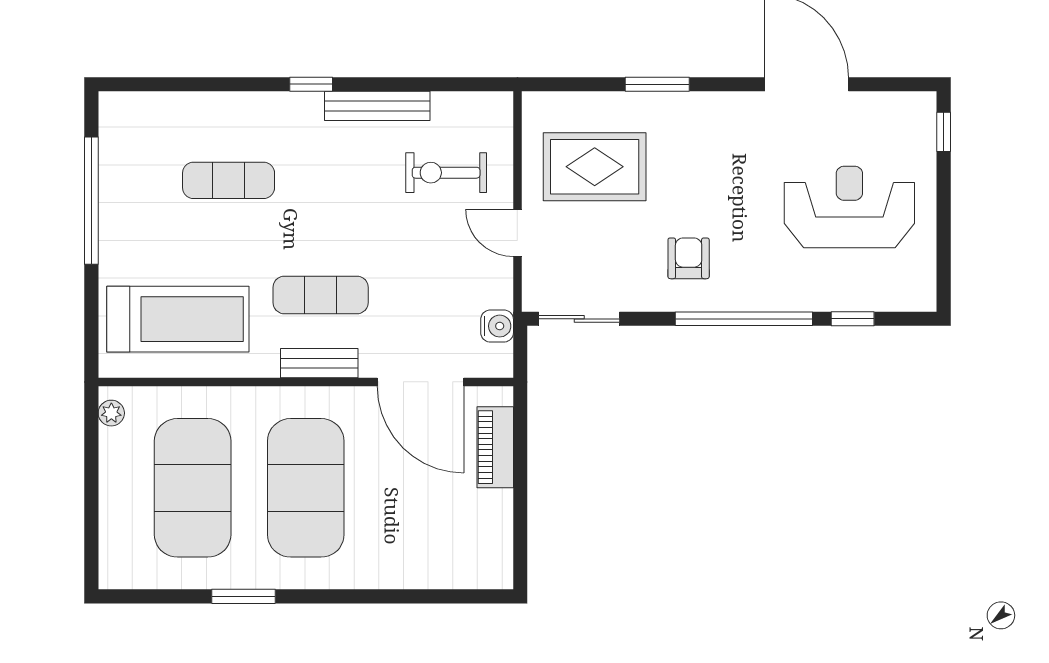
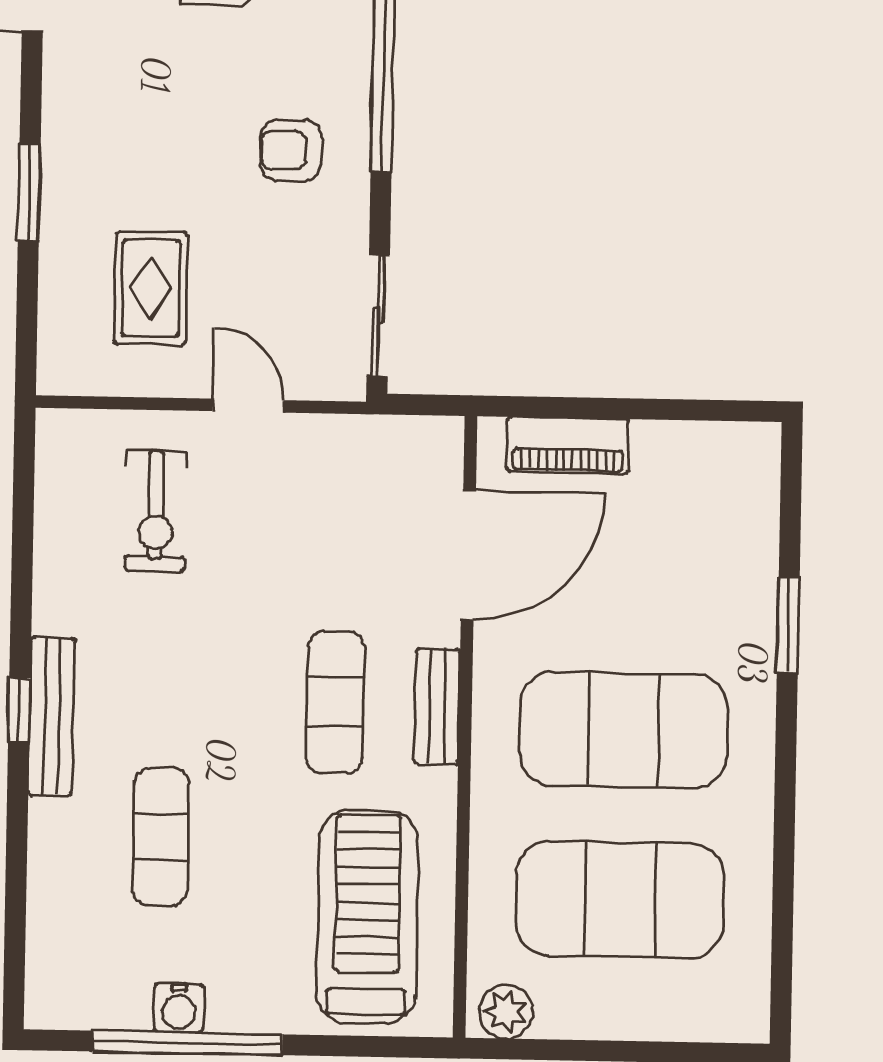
bench: (377, 106) -> (52, 716), moved
rug: (595, 167) -> (151, 288), width x0.73, depth x0.70
door: (517, 233) -> (248, 406), swing flipped
water cooler: (497, 326) -> (179, 1008), moved, turned 180
plant: (111, 413) -> (506, 1012), width x1.38, depth x1.38
window: (243, 596) -> (788, 625), moved

